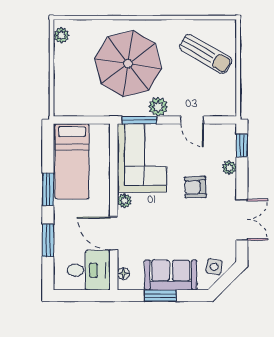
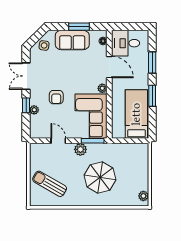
parasol: (128, 64) -> (100, 177), width x0.73, depth x0.73
window: (242, 146) -> (26, 105), moved
armchair: (195, 187) -> (56, 97), turned 92

